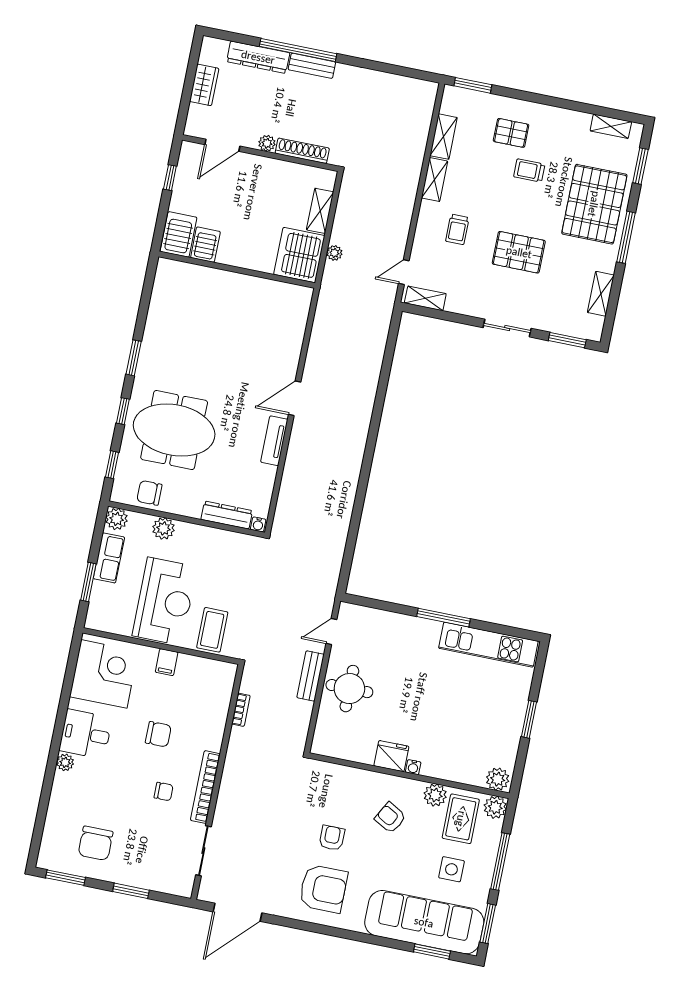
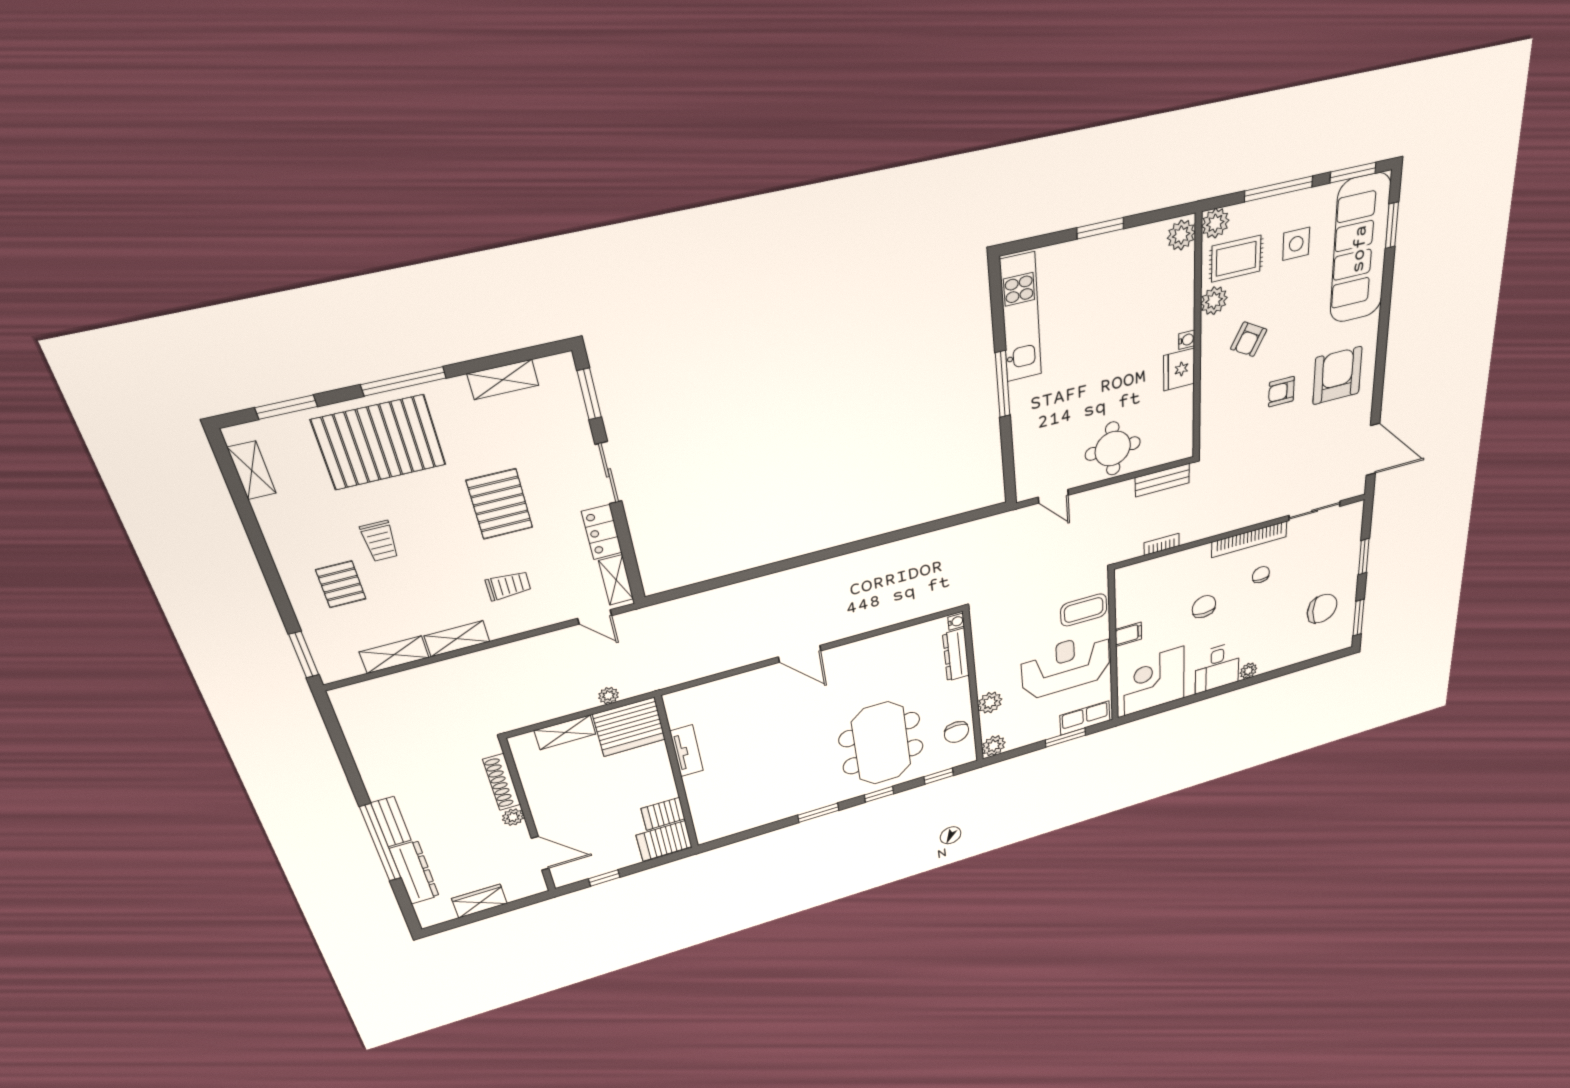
locker: (466, 305) -> (602, 532), added
tv unit: (274, 441) -> (687, 751), moved, turned -90
row of seats: (109, 558) -> (1085, 718), moved
bench: (310, 676) -> (1162, 480), moved

